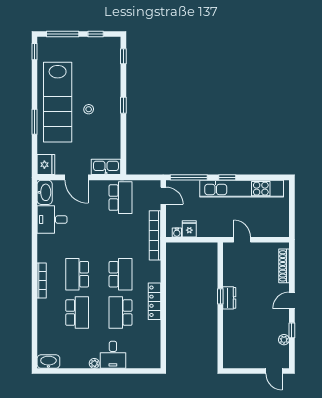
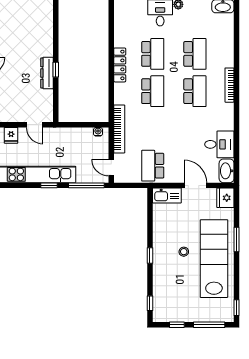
fridge: (189, 229) -> (11, 135), moved
school desk: (121, 274) -> (153, 91), turned 180
dresser: (229, 298) -> (47, 73), width x1.44
school desk: (77, 313) -> (195, 54), turned 180

